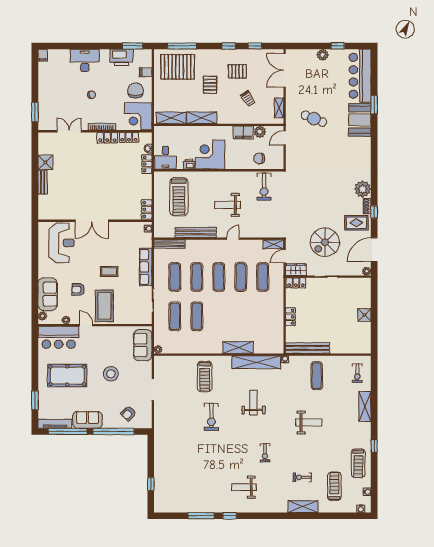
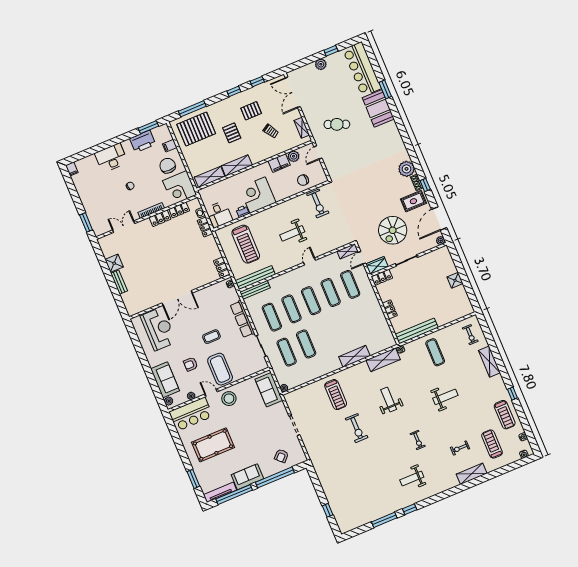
bench: (196, 233) -> (255, 278), moved
shelving: (256, 362) -> (383, 360), width x0.68
stool: (111, 374) -> (229, 399), moved

